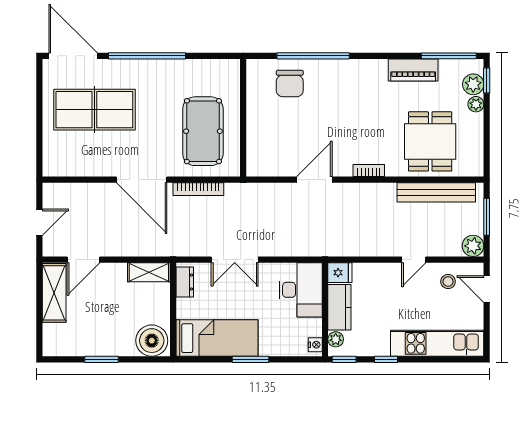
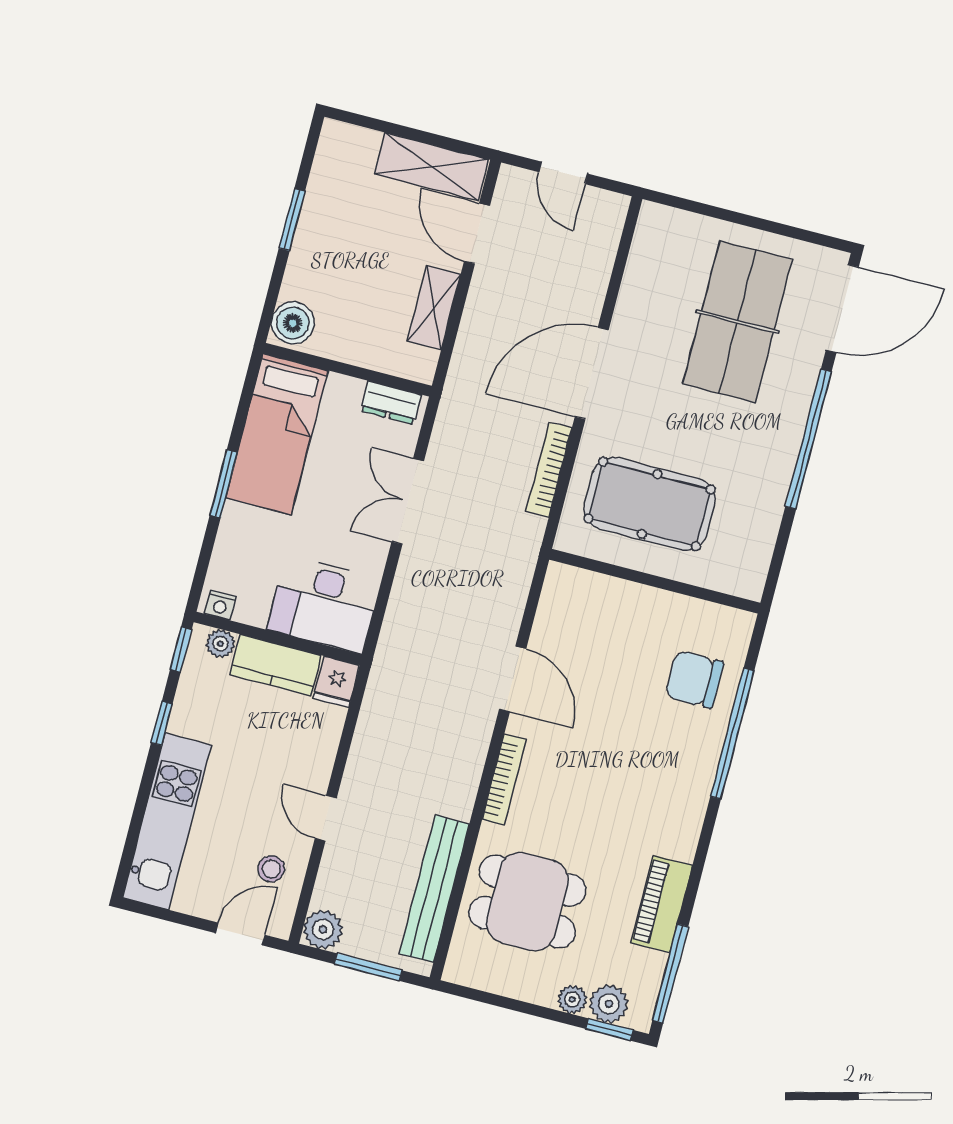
bookcase: (369, 171) -> (504, 779), width x1.56
shelving: (149, 272) -> (434, 308), moved
boiler: (152, 341) -> (293, 323), width x0.73, depth x0.73

